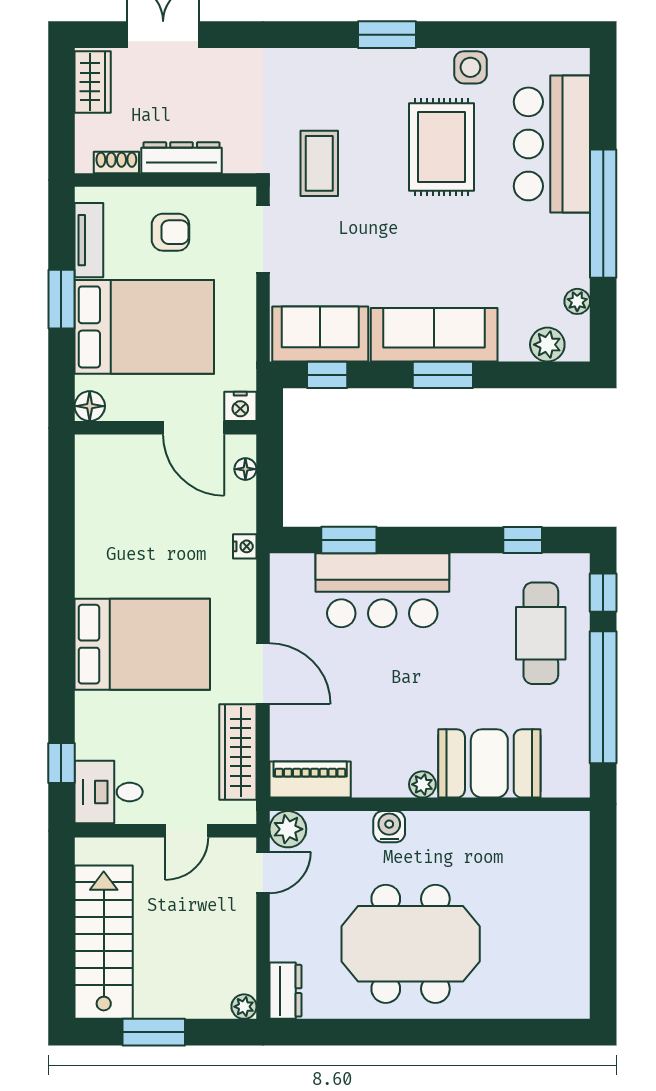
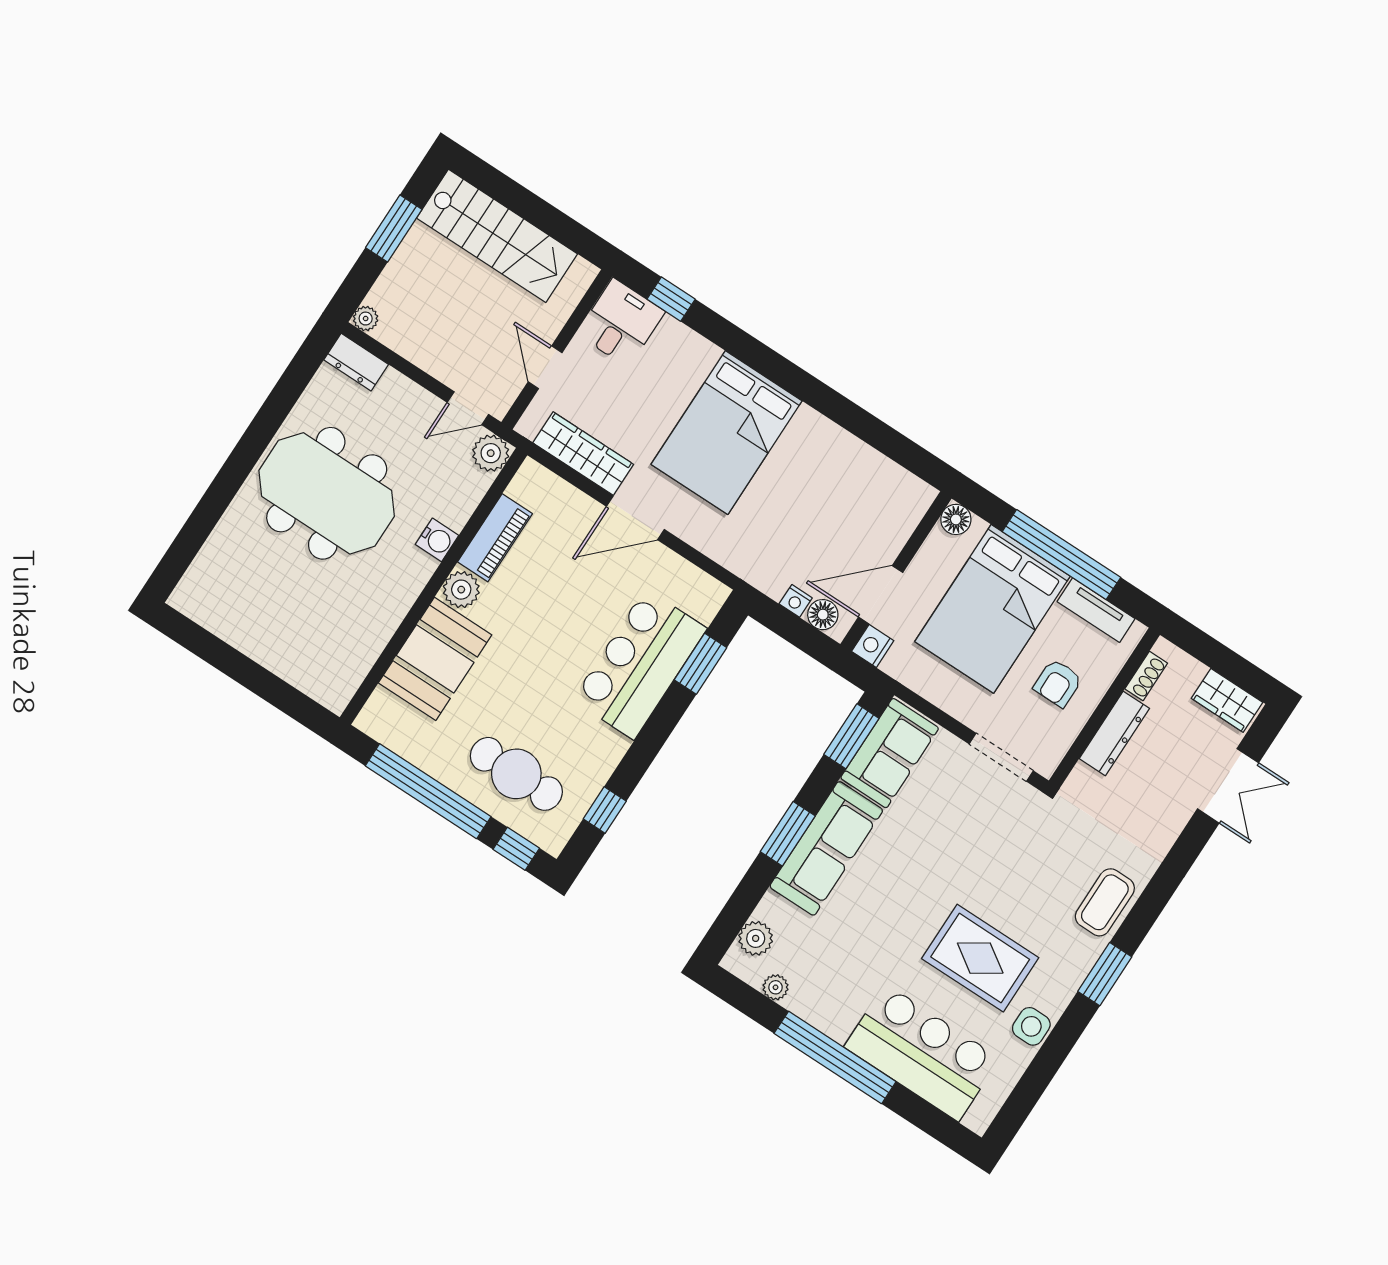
coffee table: (319, 163) -> (1105, 902), moved, turned 90
window: (61, 299) -> (1061, 555), width x2.11
window: (327, 375) -> (851, 736), width x1.50
floor lamp: (245, 469) -> (823, 615), width x1.37, depth x1.37
nightstand: (245, 546) -> (796, 601), moved
piano: (310, 780) -> (495, 538), moved
plant: (422, 784) -> (461, 590), width x1.38, depth x1.38
door: (263, 873) -> (468, 408), hinge flipped
meeting table: (411, 944) -> (327, 493), turned 90

